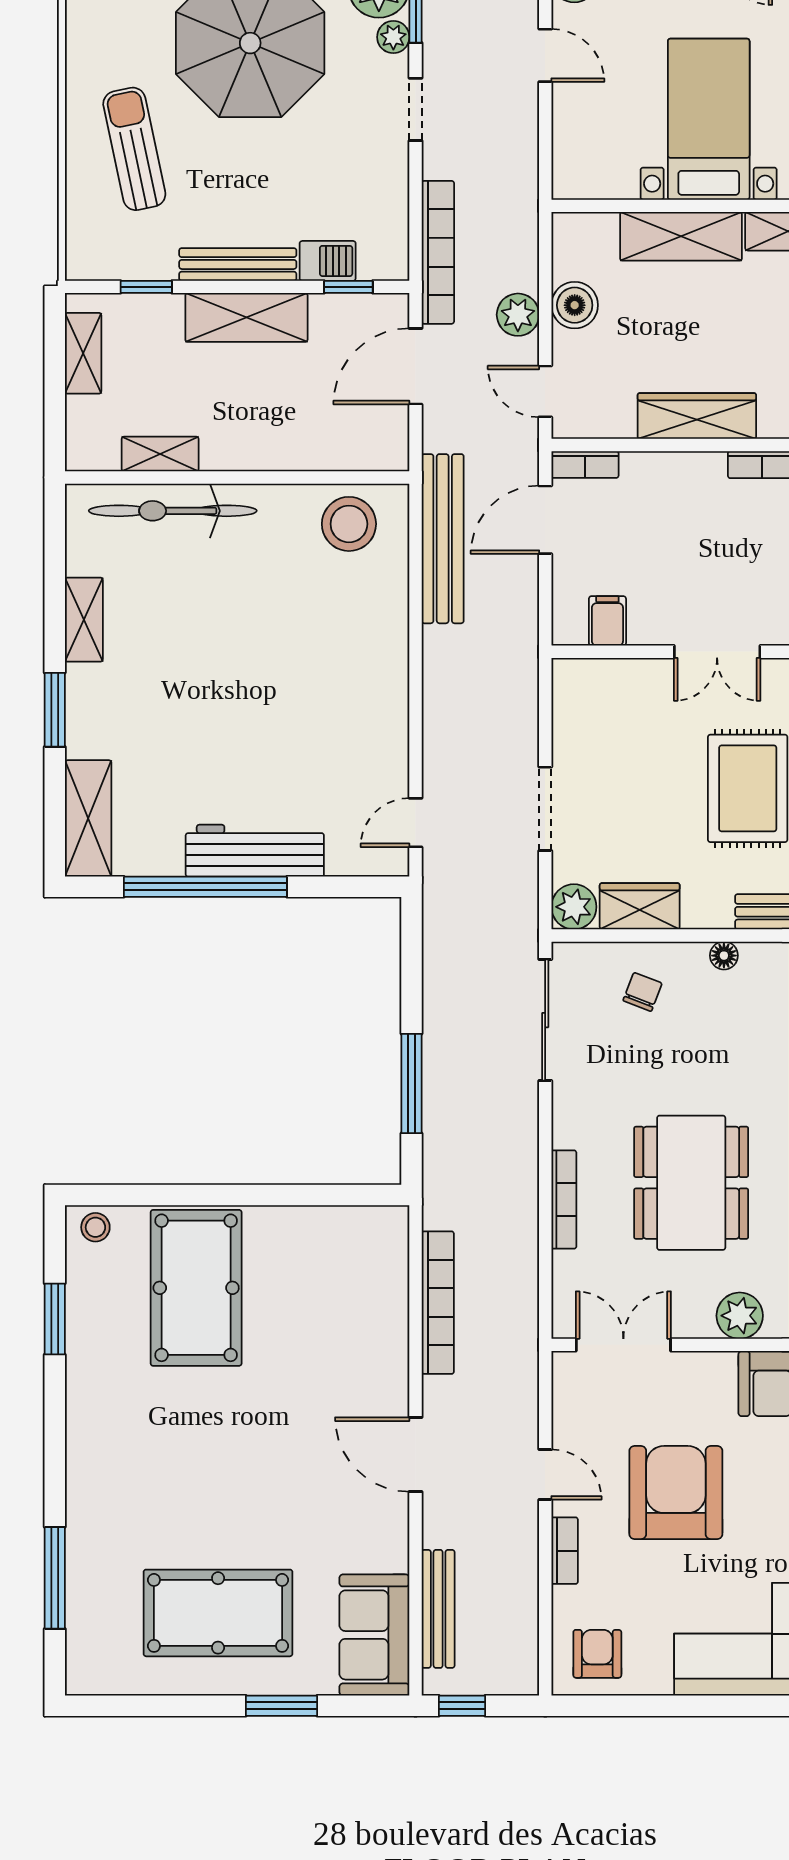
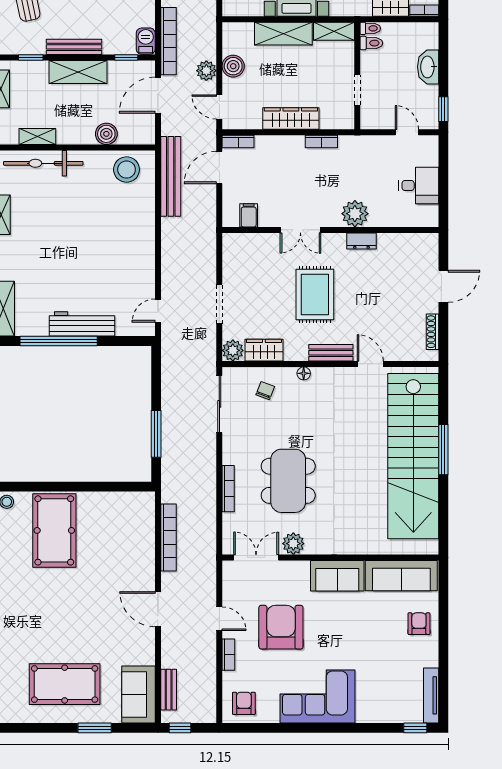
barbecue: (328, 261) -> (146, 41), moved, turned -90
boiler: (306, 448) -> (106, 134), added
plant: (740, 1316) -> (293, 544), moved
bench: (438, 1609) -> (169, 690), width x0.73

